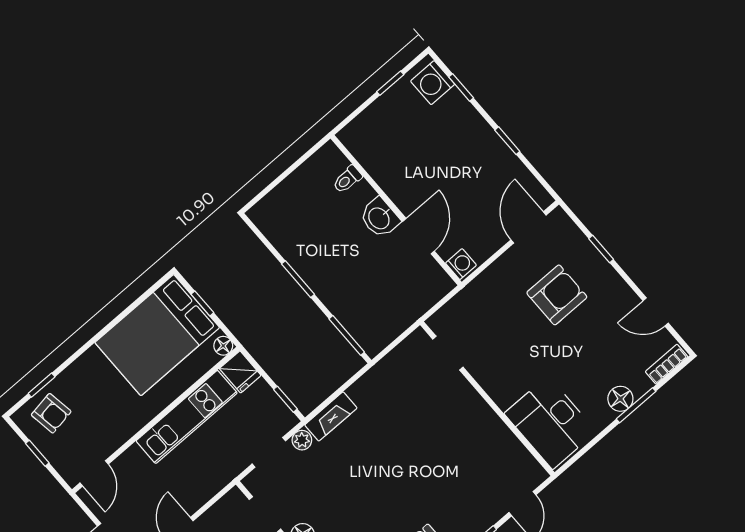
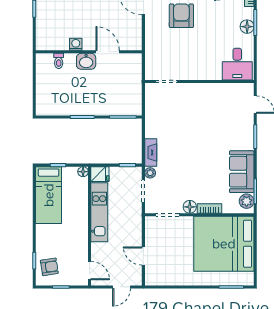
washing machine: (461, 264) -> (76, 44), moved
bed: (157, 335) -> (49, 195), width x0.67
desk: (550, 423) -> (237, 64), width x0.73

